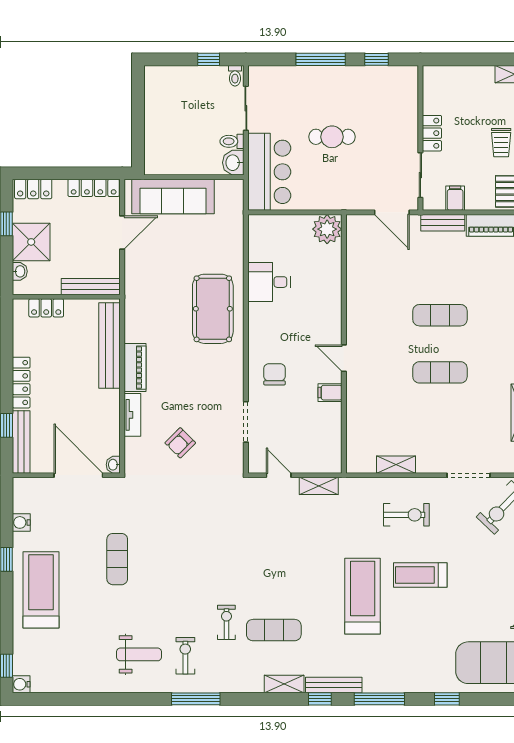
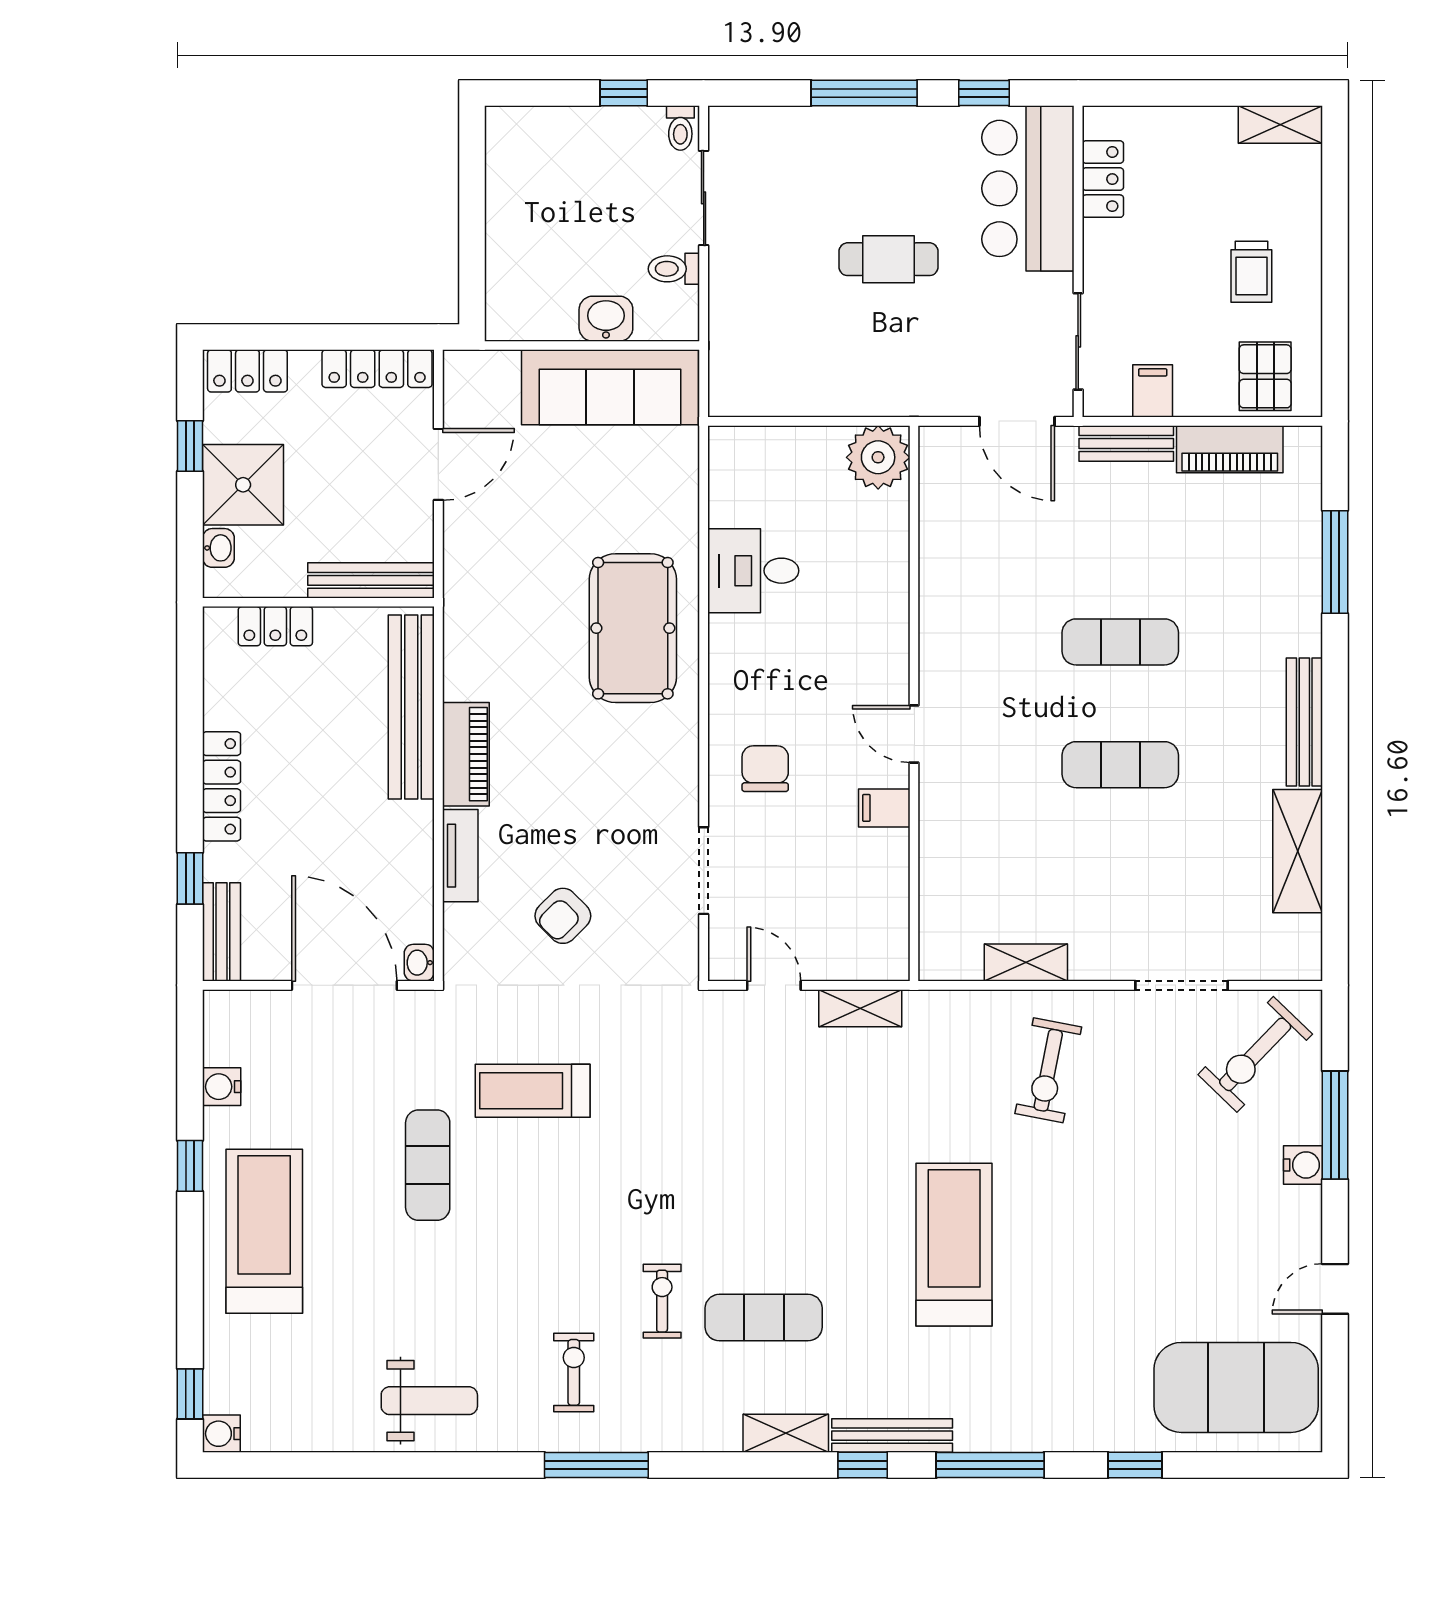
locker: (432, 133) -> (1103, 179), moved
washbasin: (233, 163) -> (606, 319), moved, turned 90
bar counter: (269, 172) -> (1028, 188), moved, turned 180
sofa: (173, 197) -> (610, 387), moved
bench: (21, 442) -> (222, 932), width x0.73
exercise bike: (406, 515) -> (1048, 1070), turned 101
treadmill: (420, 575) -> (533, 1091), moved
weight bench: (139, 654) -> (429, 1401), moved

